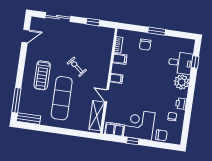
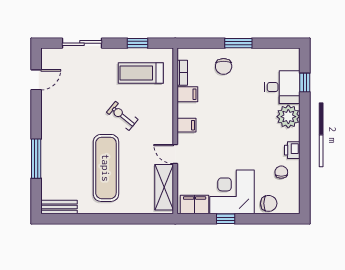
treadmill: (42, 75) -> (141, 73), moved, turned 90
window: (16, 100) -> (36, 159), moved

